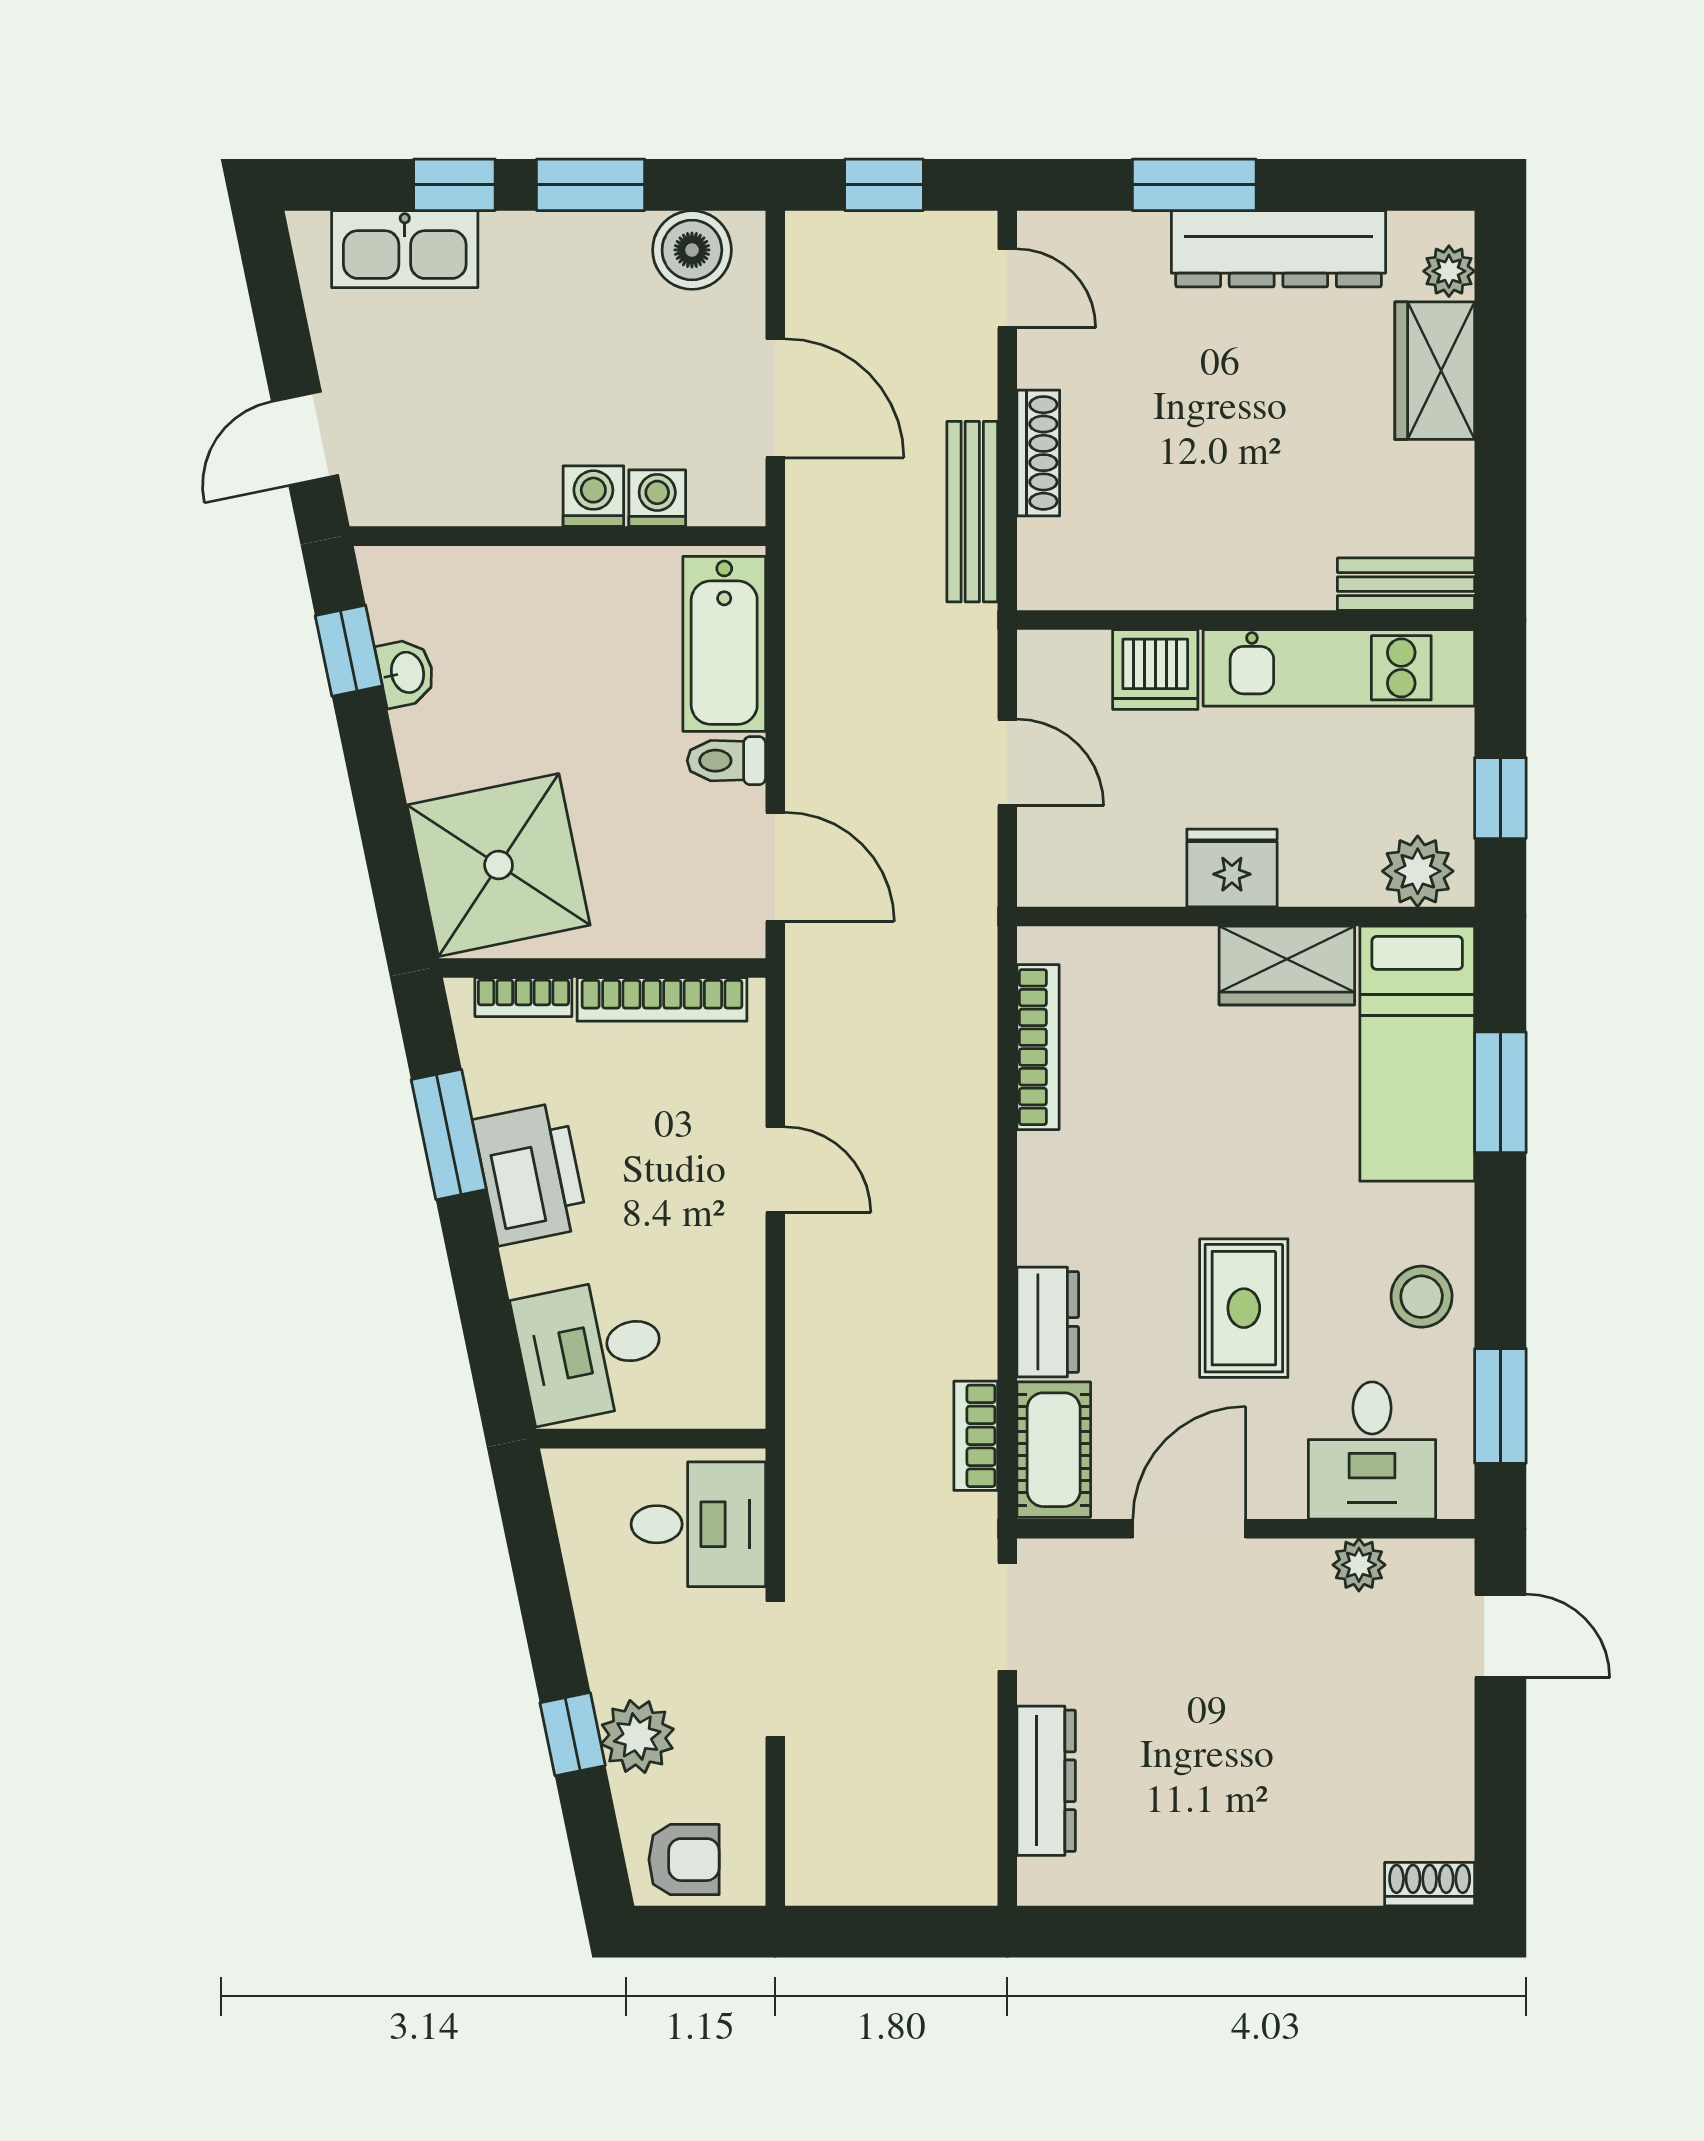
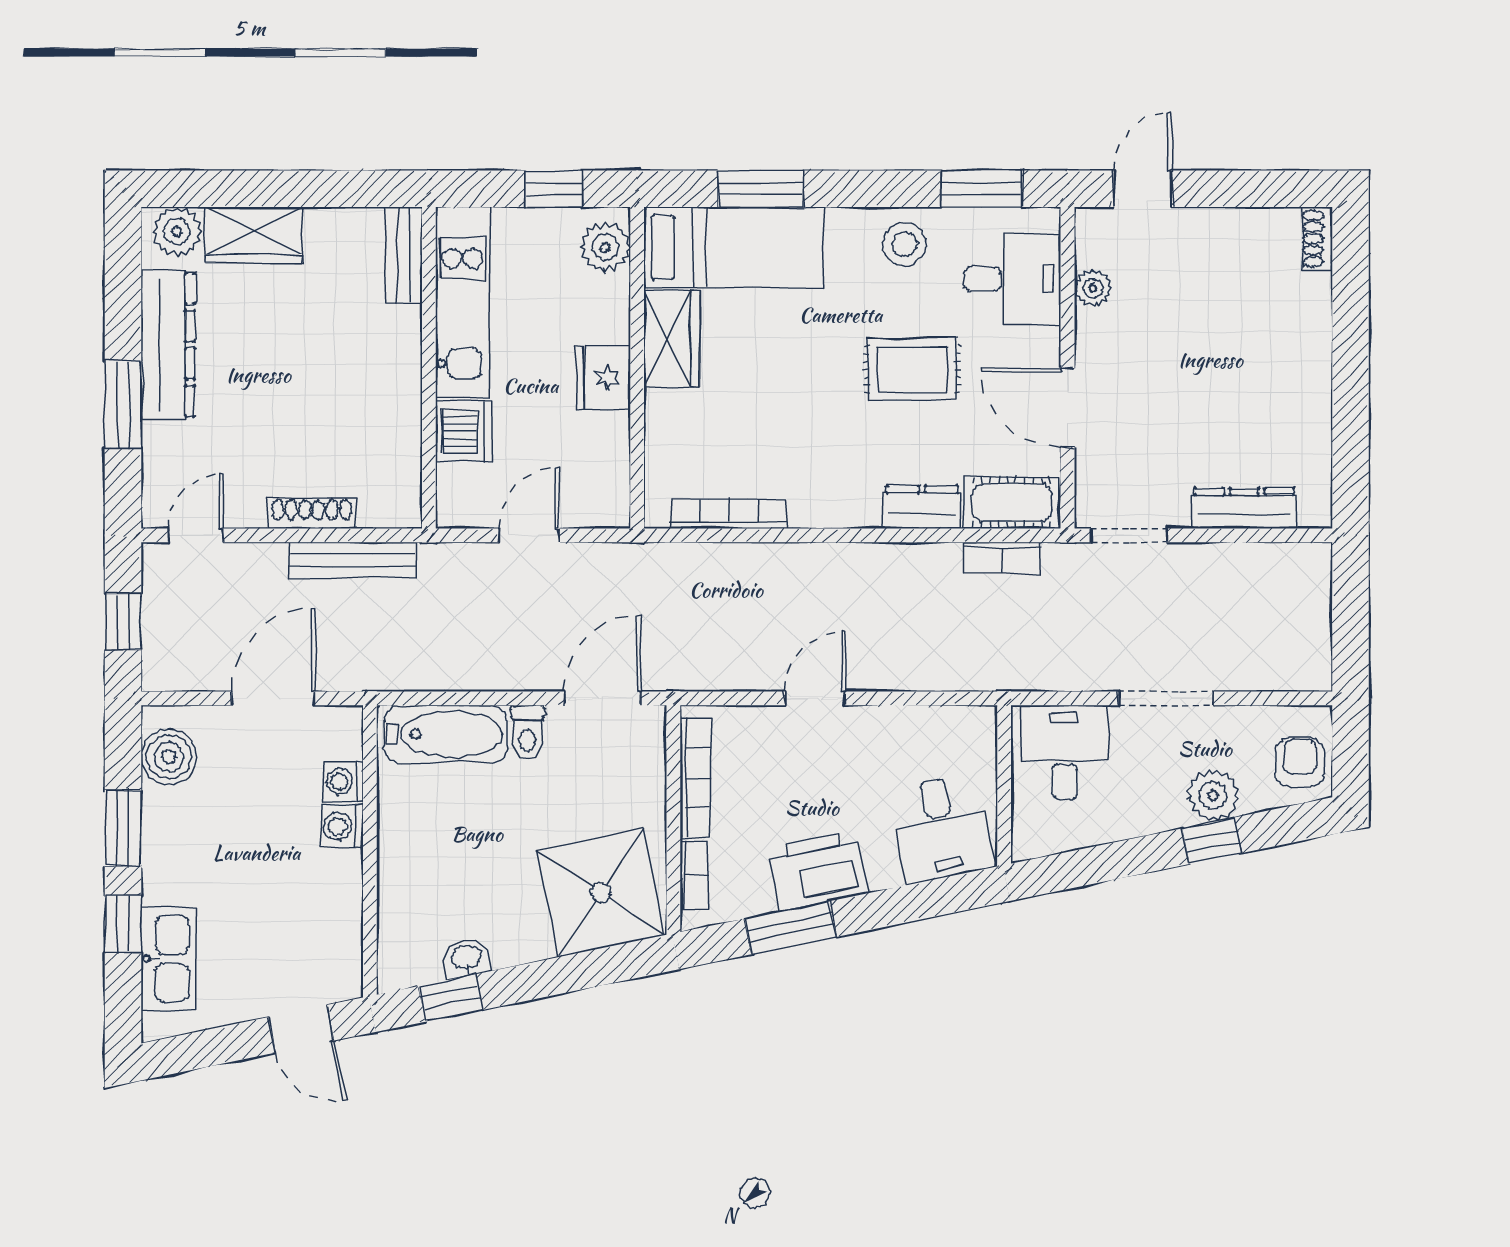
plant: (1449, 271) -> (177, 232), width x1.38, depth x1.38

